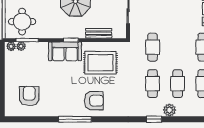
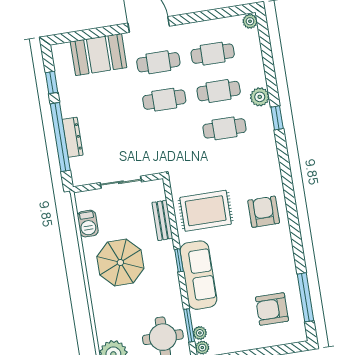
cafe table: (153, 47) -> (164, 100), moved
sofa: (65, 51) -> (198, 275), width x1.36
rug: (100, 63) -> (206, 211), turned 90
window: (75, 119) -> (306, 297), moved

